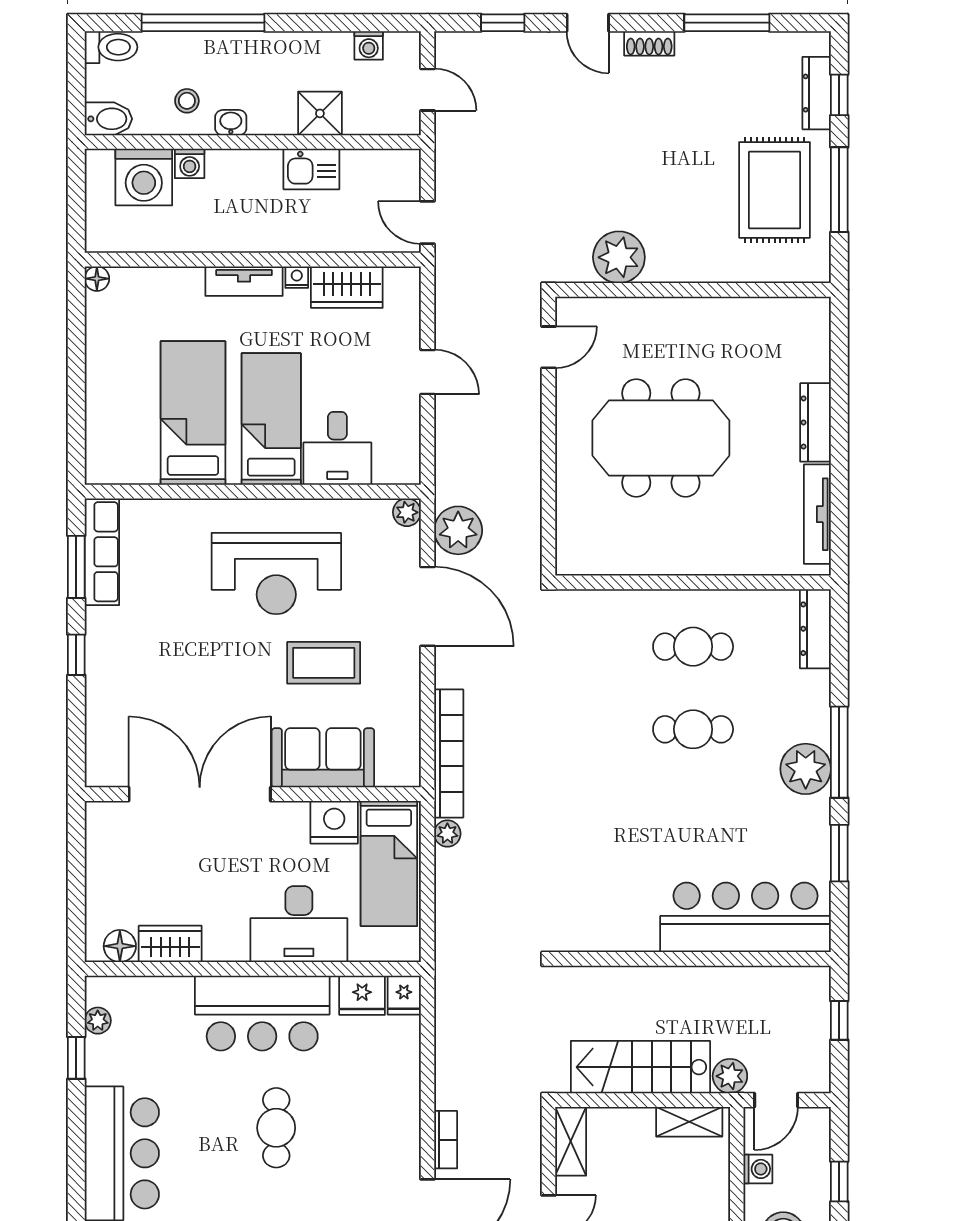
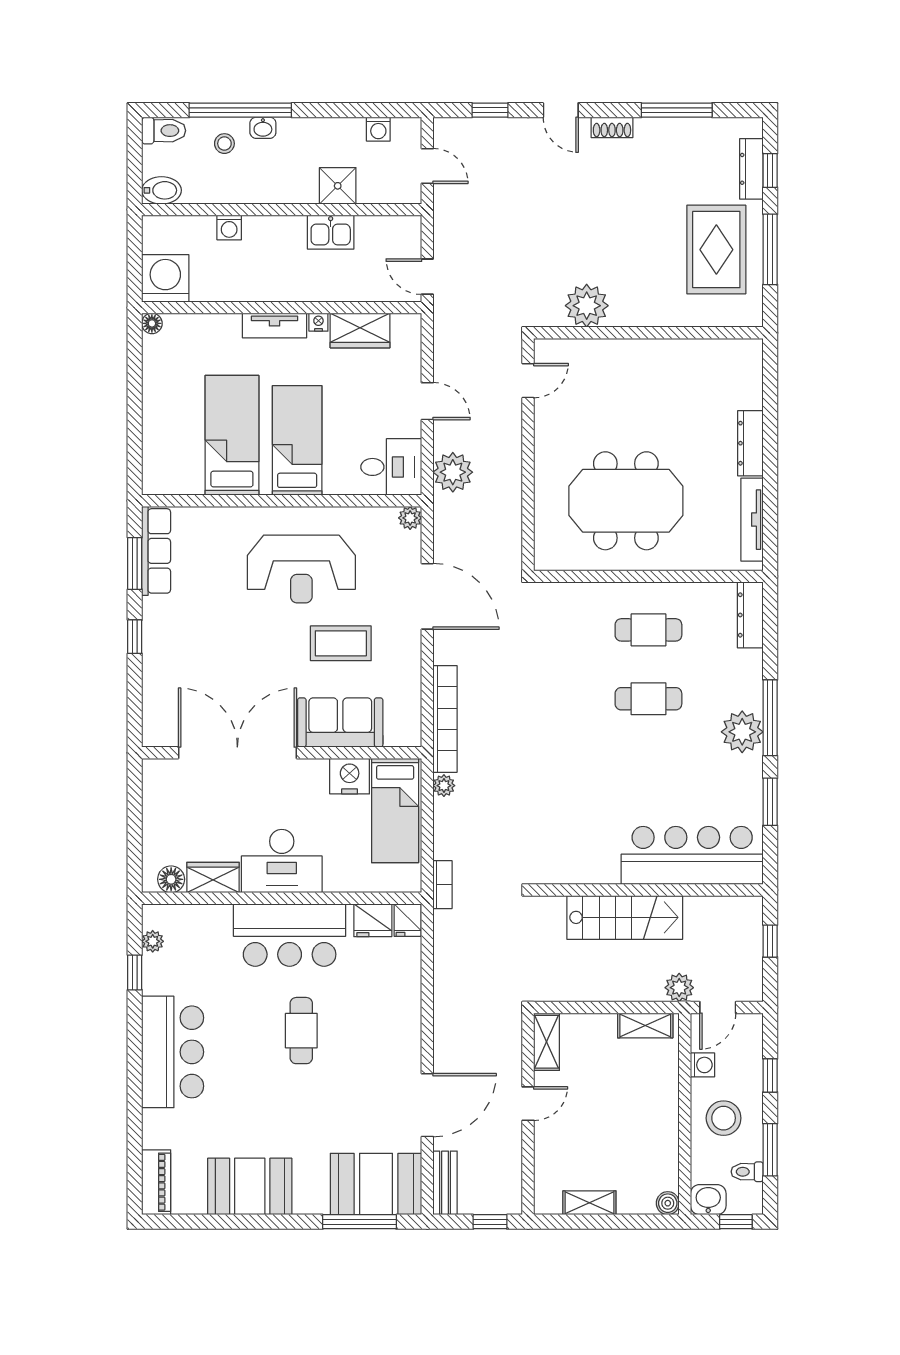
stool: (187, 101) -> (224, 144), moved
washbasin: (231, 123) -> (263, 128), moved, turned 180
washing machine: (144, 177) -> (165, 278), moved, turned 180
meeting table: (661, 438) -> (626, 501), moved
desk: (337, 448) -> (391, 467), moved, turned -90
plant: (458, 530) -> (453, 472), moved
desk: (299, 924) -> (282, 861), moved
stairs: (640, 1067) -> (625, 917), moved, turned 180
bookcase: (446, 1140) -> (442, 885), moved

